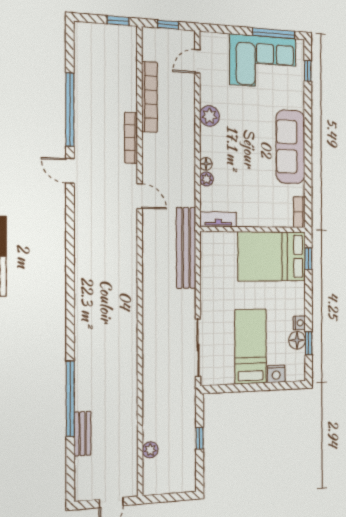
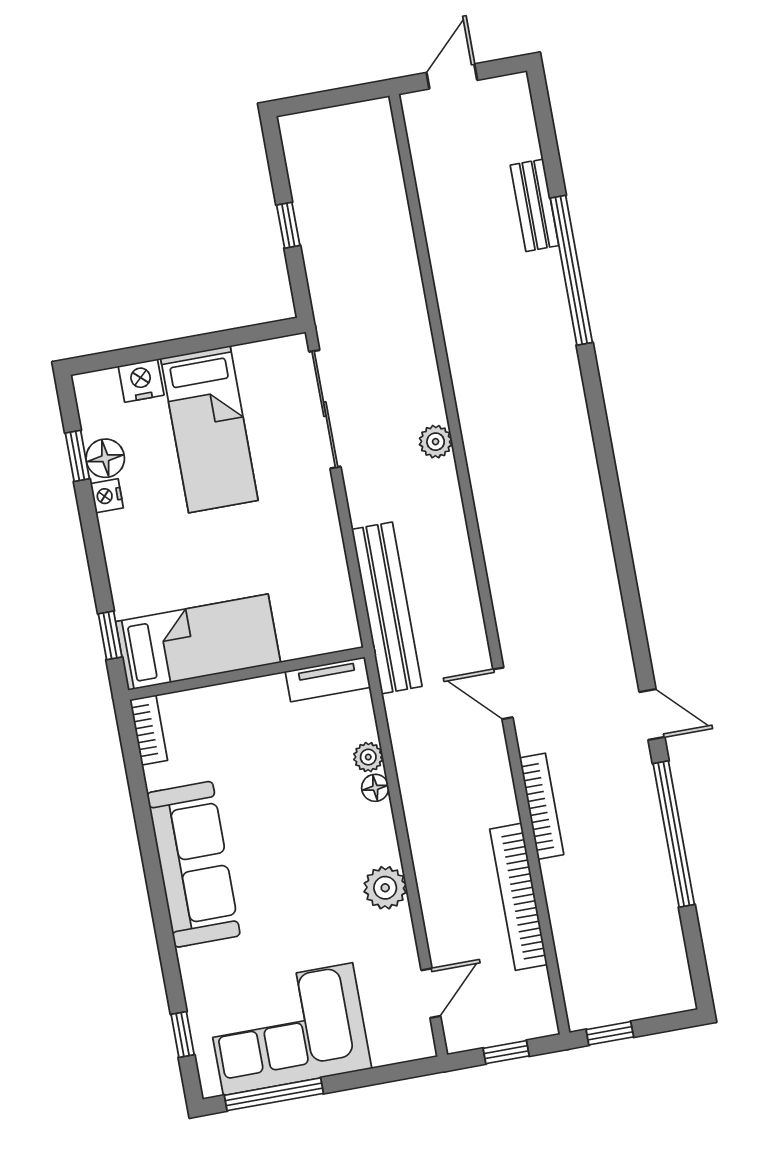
bed: (272, 256) -> (198, 642), width x0.67
plant: (150, 450) -> (436, 442), moved

